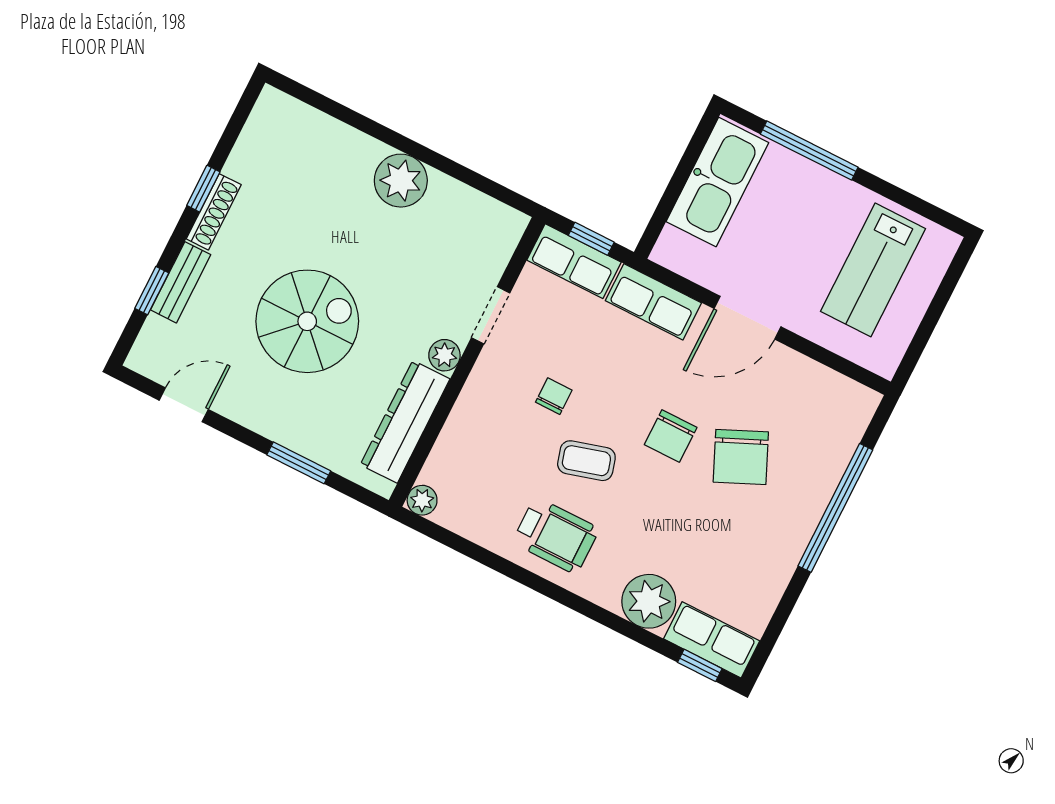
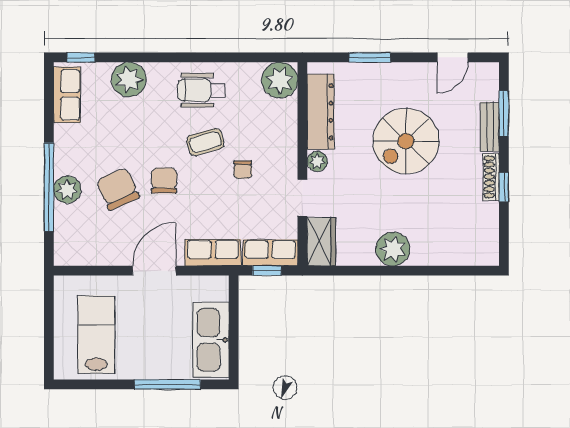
wardrobe: (495, 241) -> (321, 242), added
window: (152, 291) -> (504, 114), width x1.50
plant: (812, 492) -> (67, 190), added
plant: (422, 500) -> (280, 80), width x1.88, depth x1.88
row of seats: (712, 640) -> (67, 95), moved, turned -90

